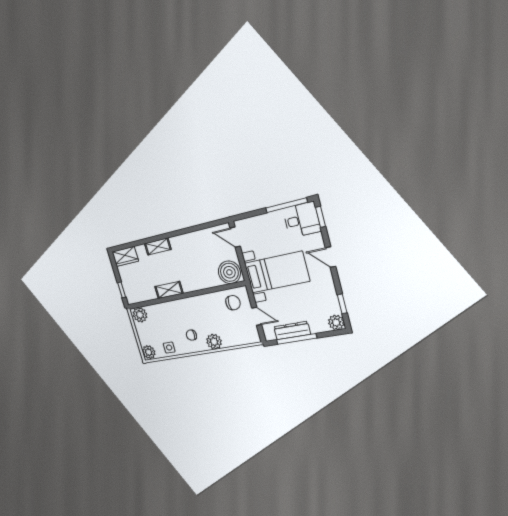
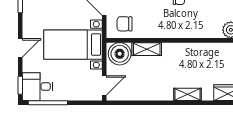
door: (235, 237) -> (104, 85), hinge flipped
door: (331, 257) -> (20, 48), hinge flipped
shelving: (169, 290) -> (147, 49), moved

